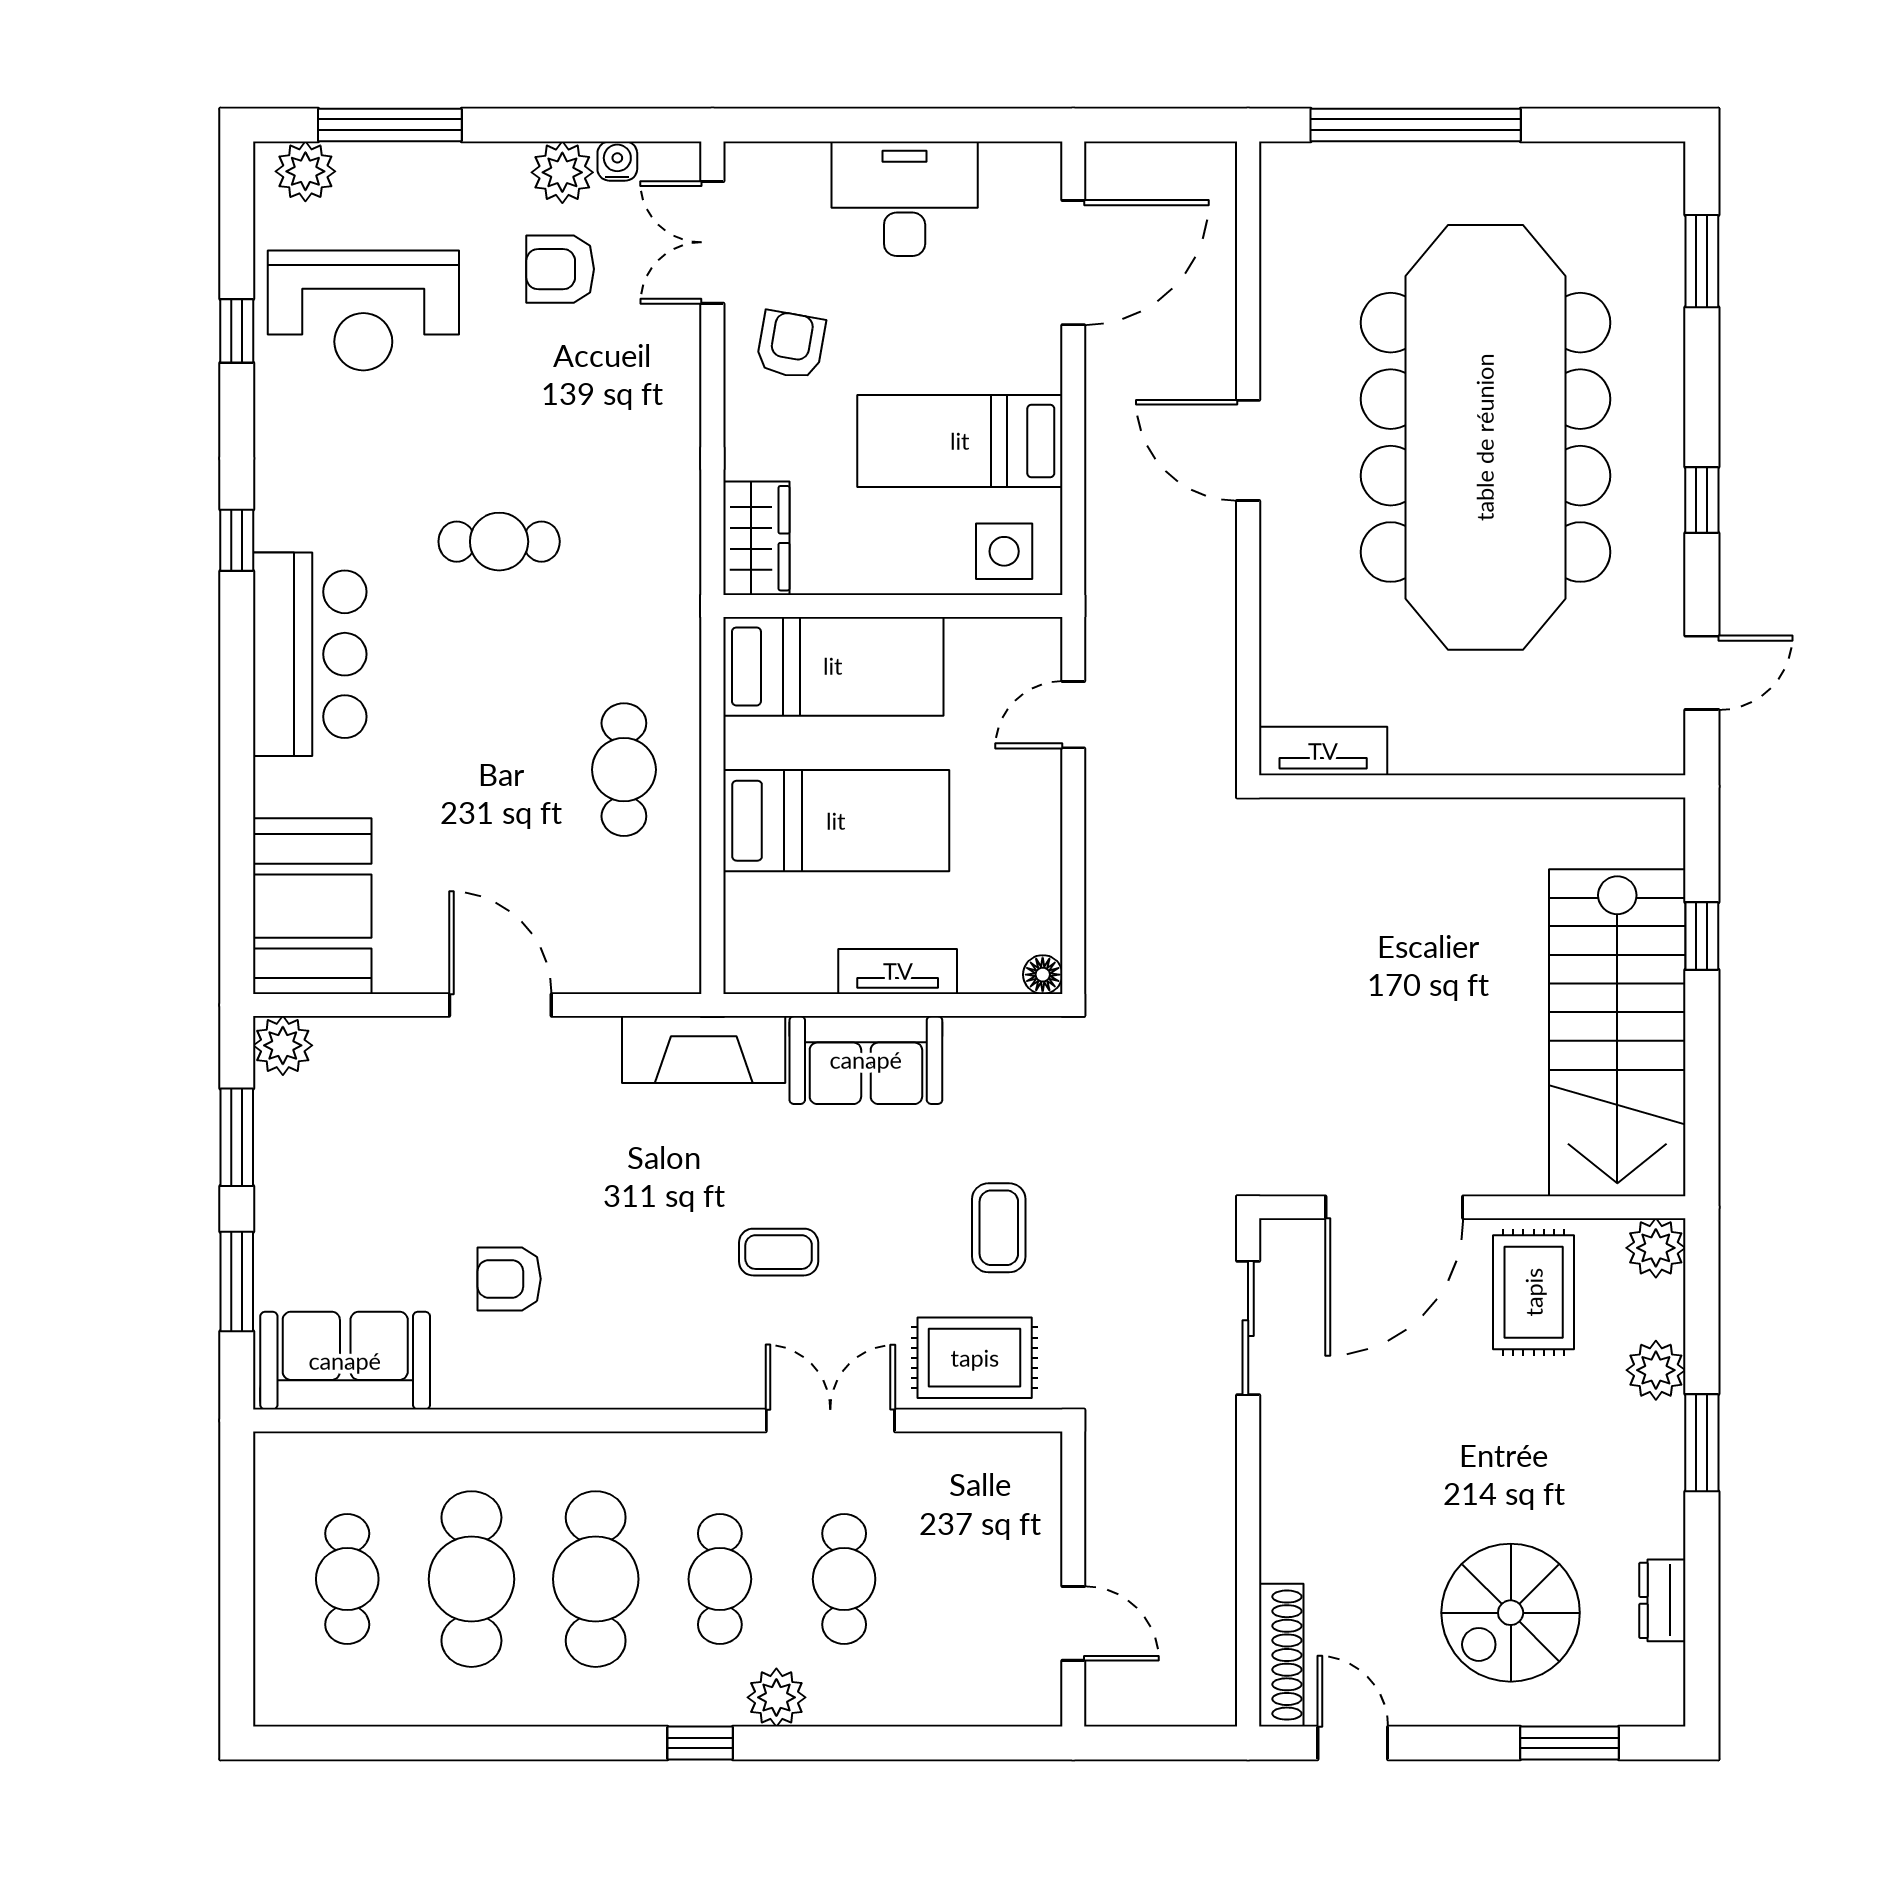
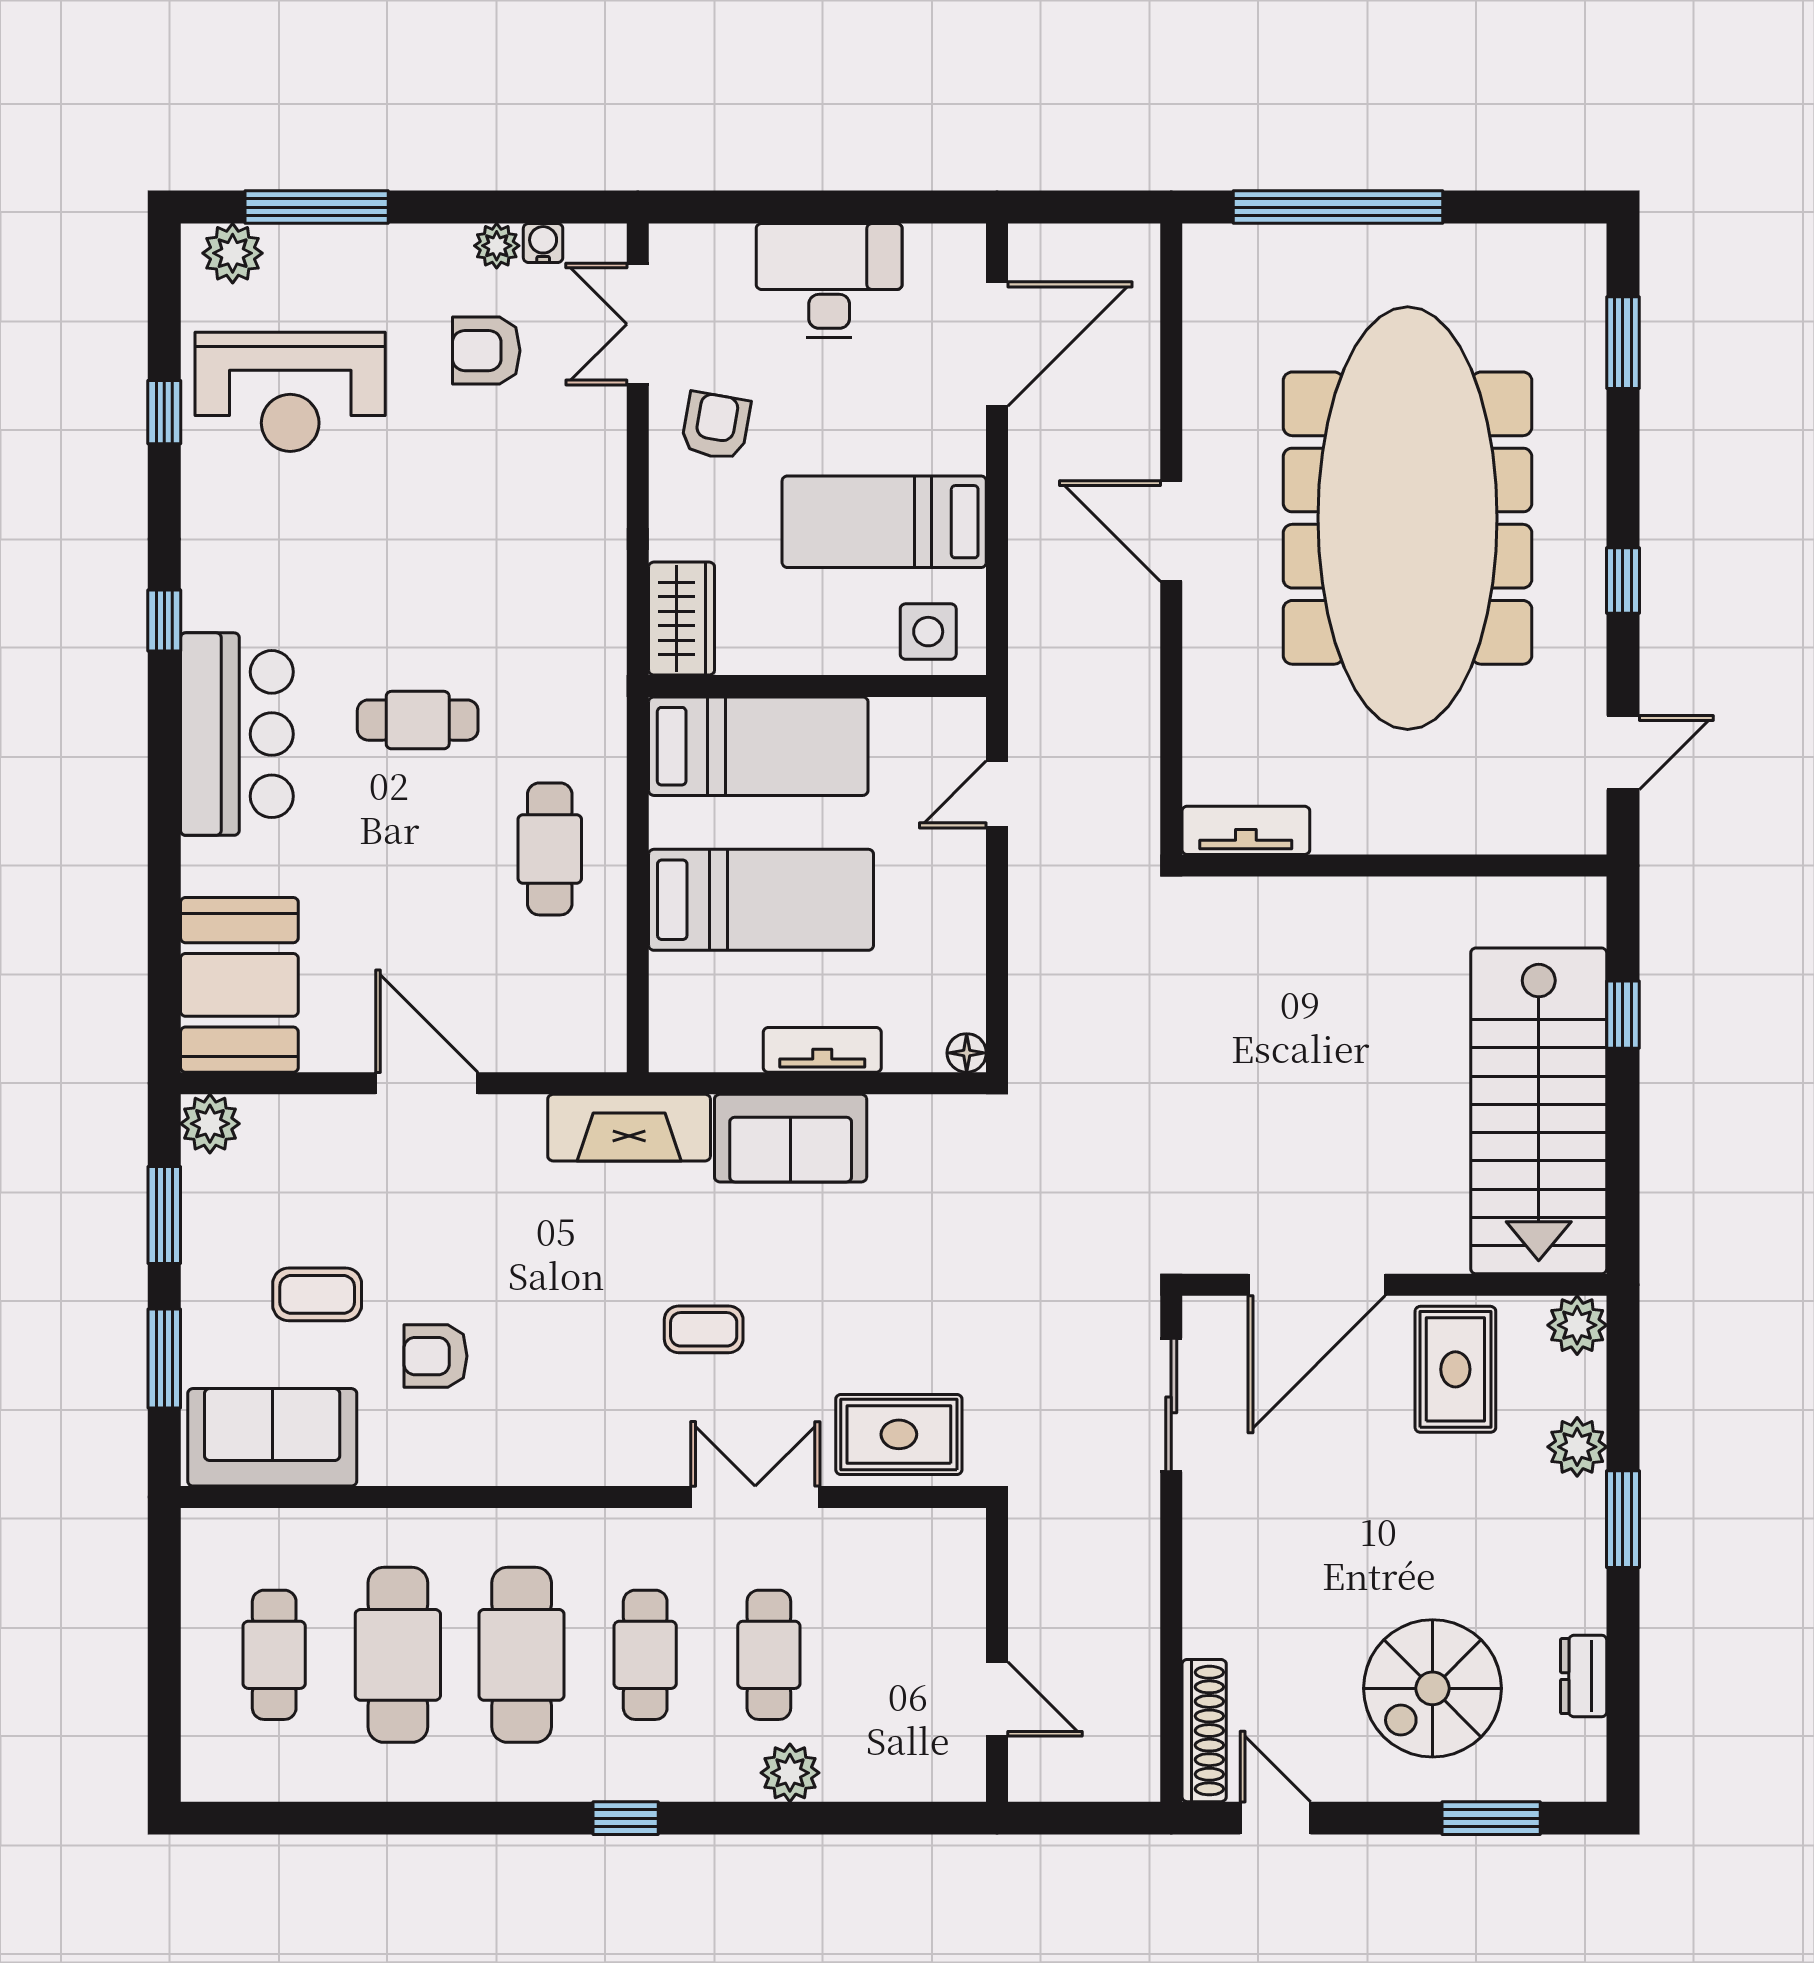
plant: (562, 172) -> (497, 246), width x0.73, depth x0.73
cafe table: (499, 542) -> (418, 720), moved
coffee table: (999, 1228) -> (317, 1294), moved, turned 90
plant: (776, 1697) -> (790, 1773), moved

